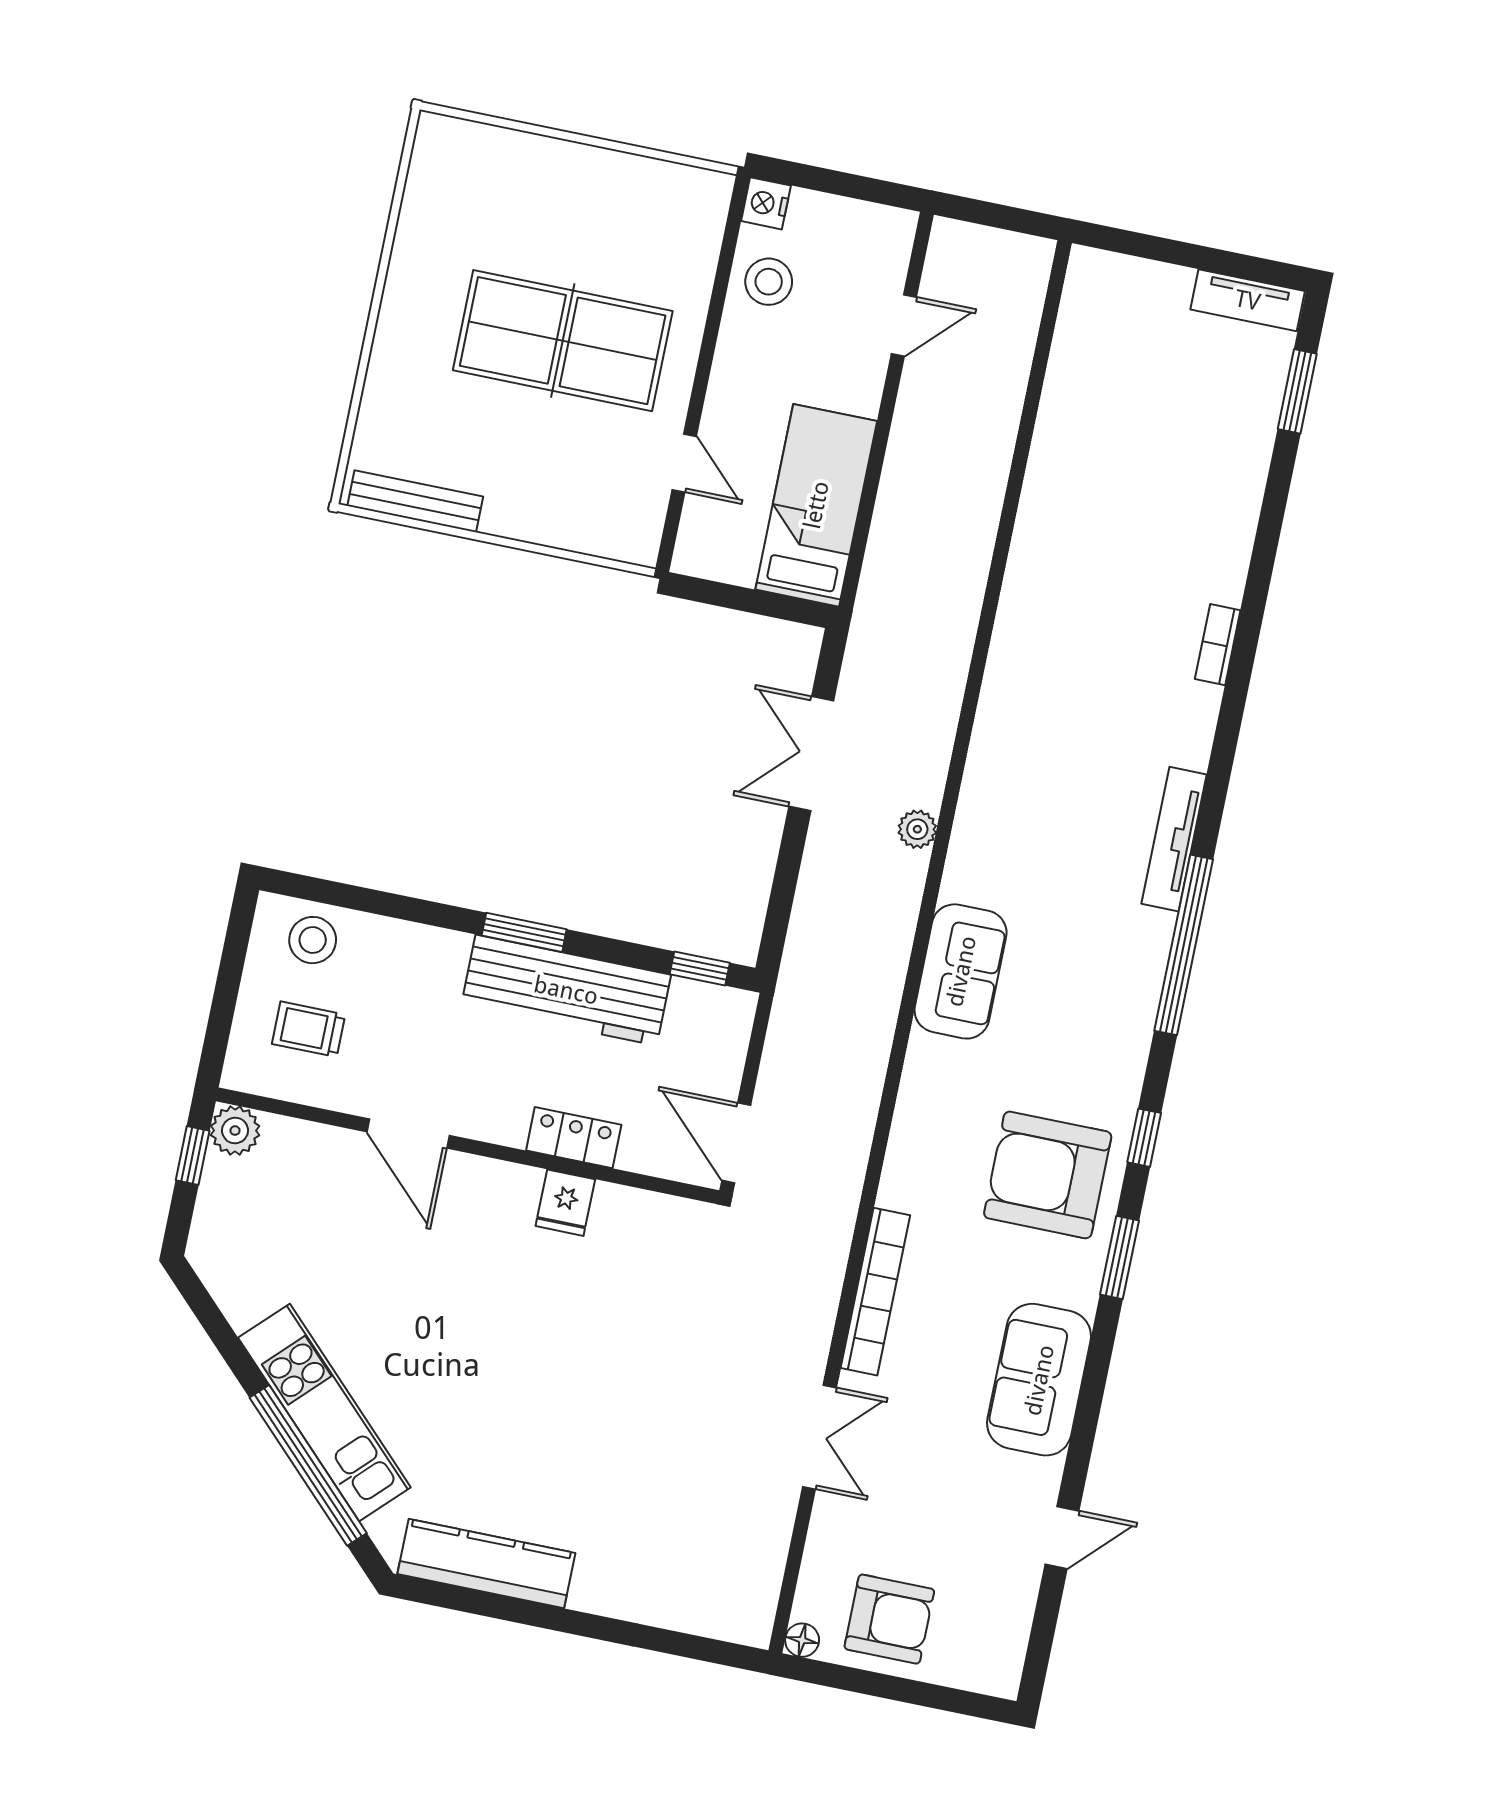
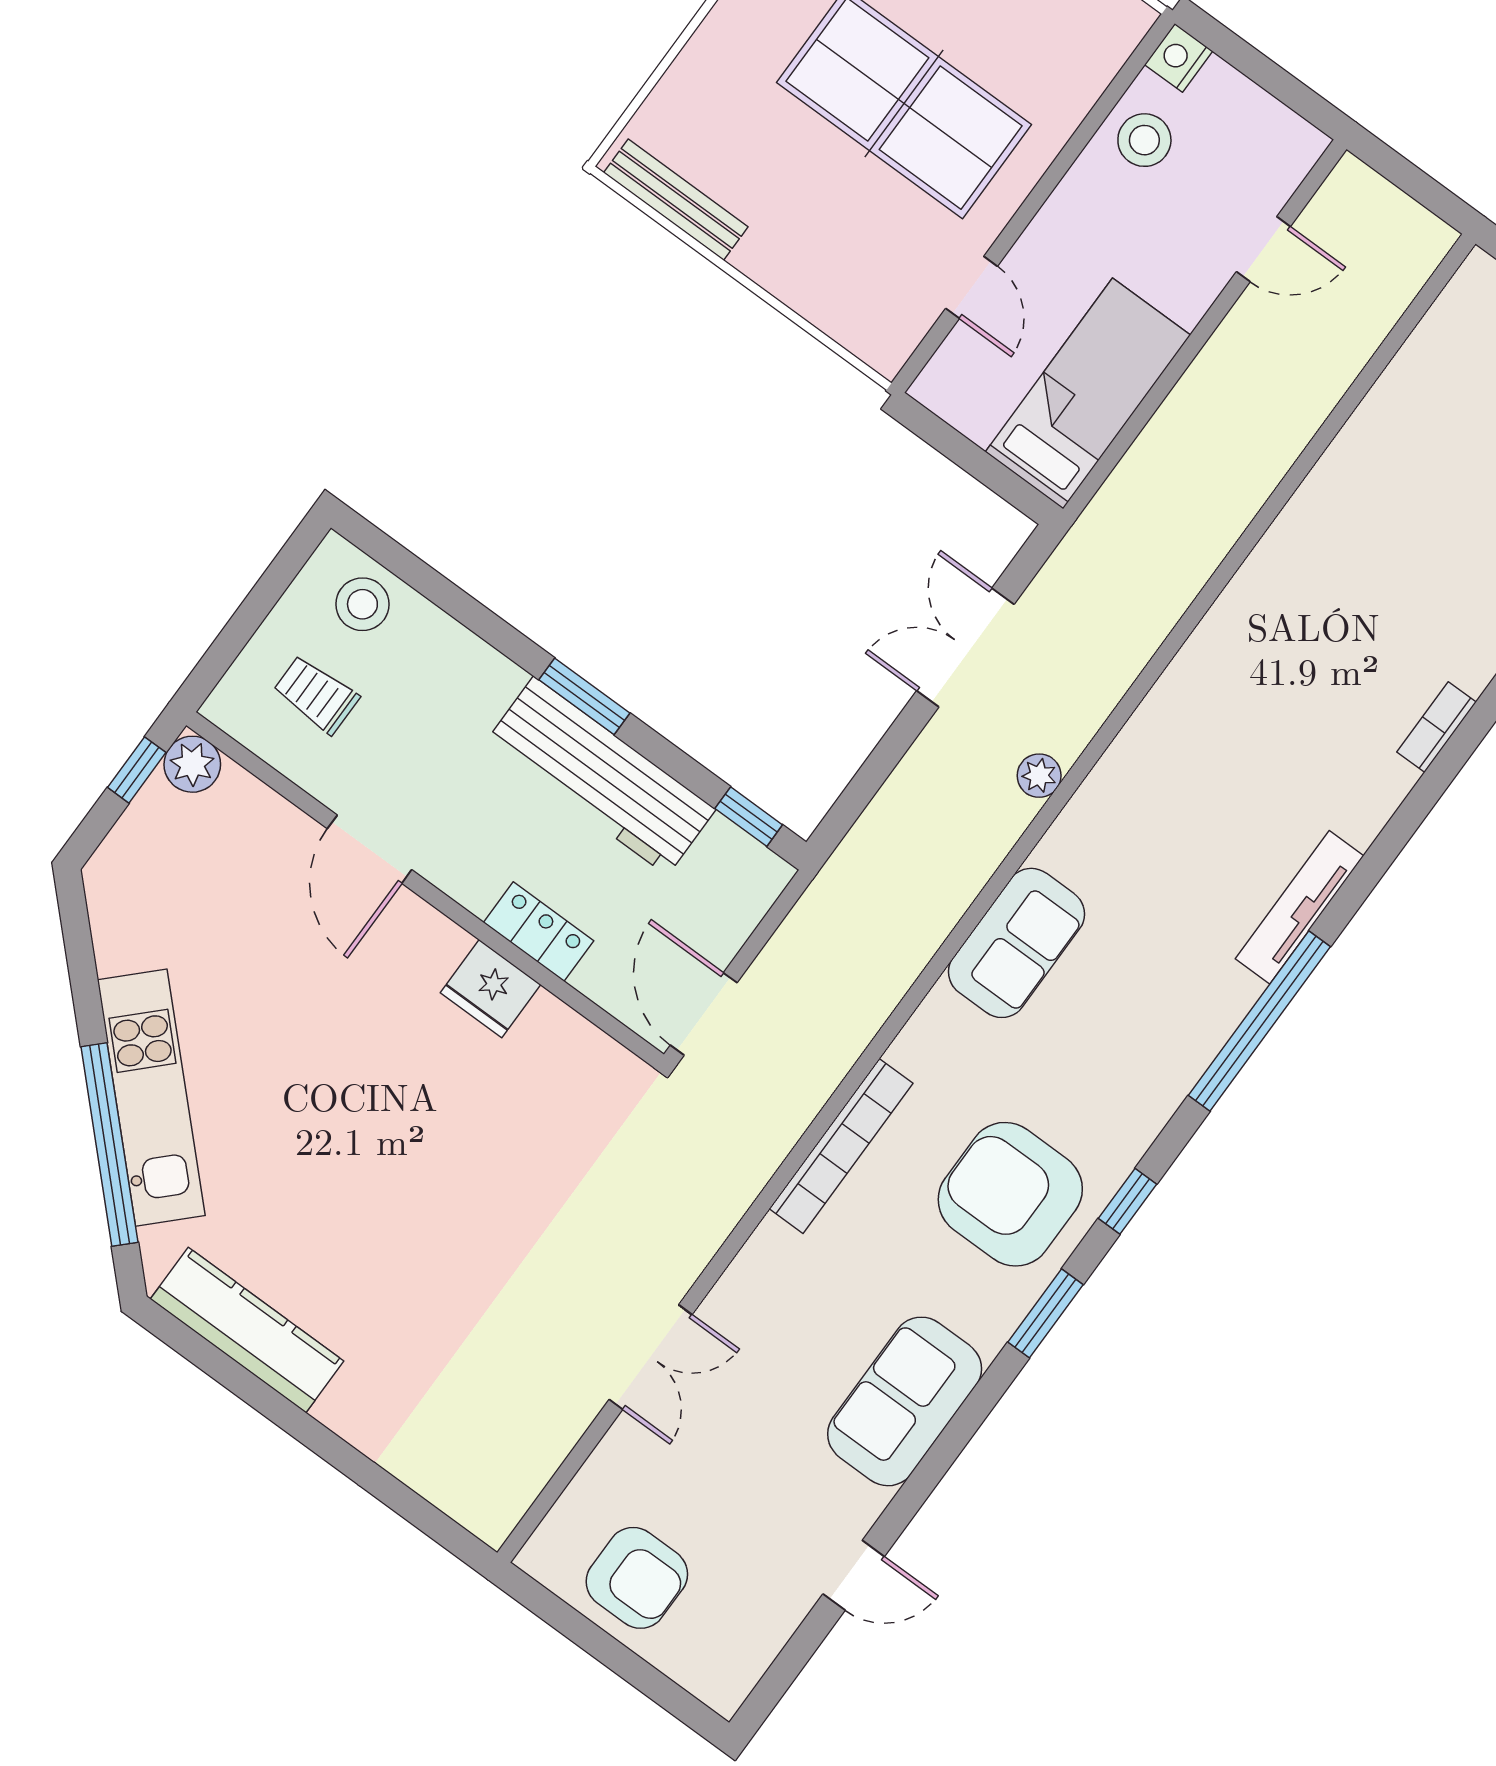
fridge: (565, 1203) -> (491, 989), width x1.38
bookcase: (875, 1292) -> (841, 1146), moved
floor lamp: (802, 1640) -> (537, 1558), removed

